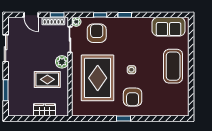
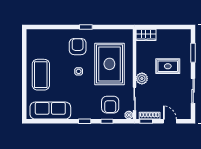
sofa: (169, 27) -> (50, 111), width x1.36
rug: (47, 79) -> (168, 66), moved
wardrobe: (44, 110) -> (146, 35), moved

